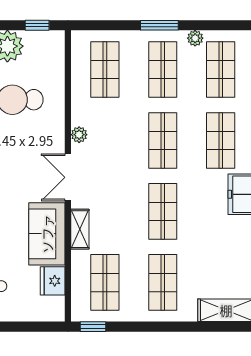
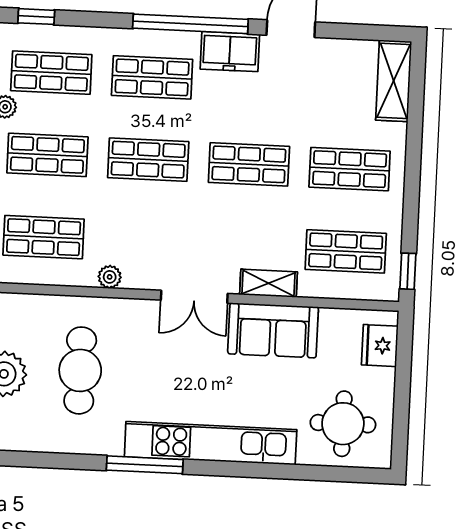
plant: (79, 135) -> (110, 277), moved
fridge: (53, 281) -> (380, 346), moved, turned 90

